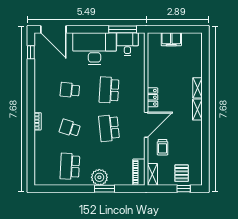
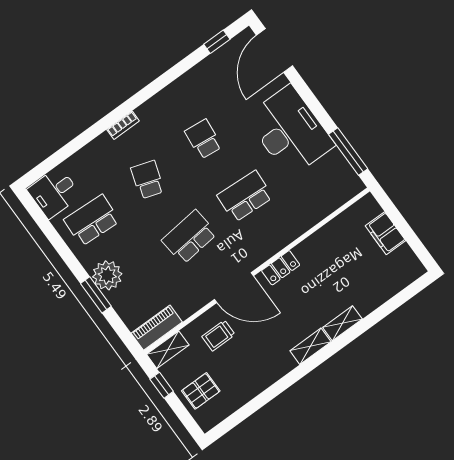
desk: (127, 44) -> (54, 193), moved, turned 180
window: (184, 189) -> (162, 385), moved

